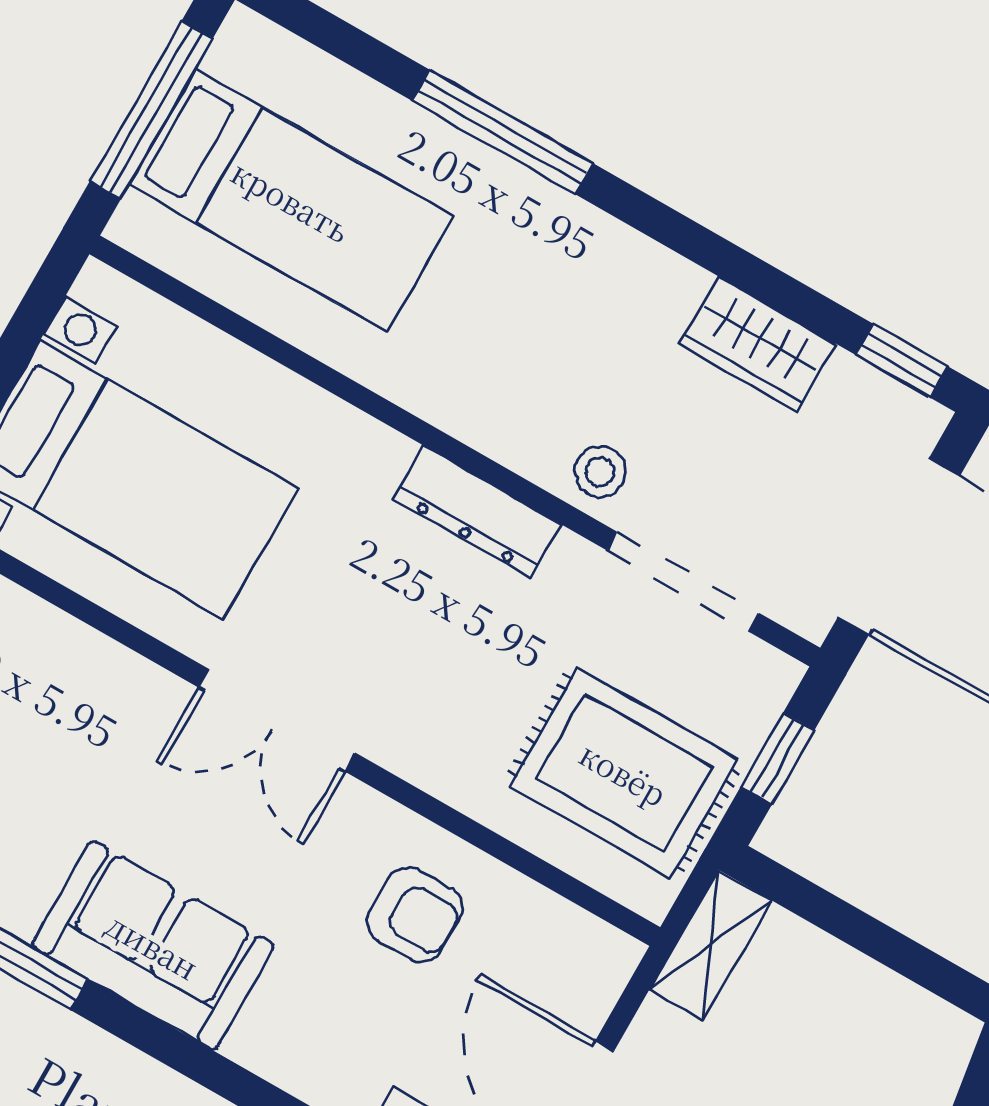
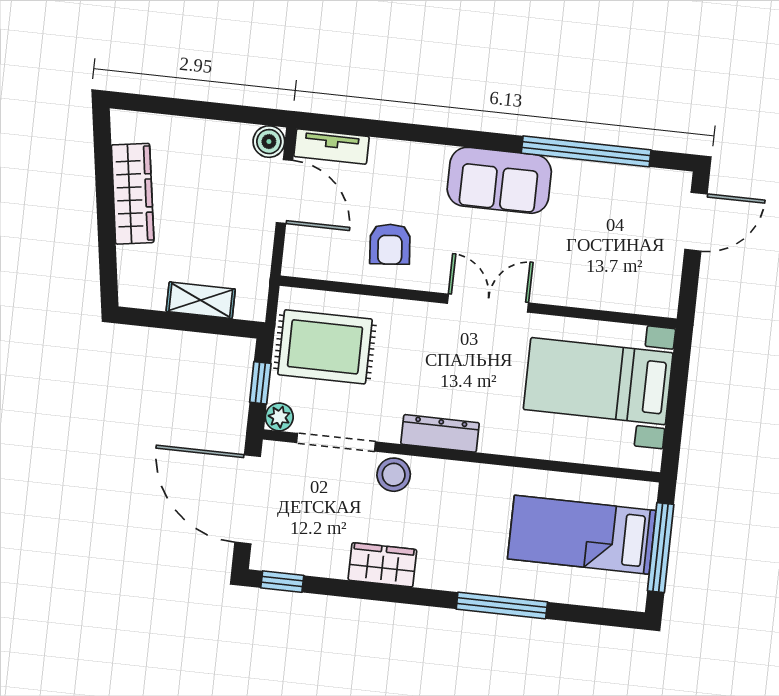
wardrobe: (757, 344) -> (382, 565), moved
stool: (600, 472) -> (394, 475), width x1.37, depth x1.37
plant: (770, 677) -> (279, 417), added
armchair: (415, 915) -> (390, 244), turned -95
shelving: (711, 945) -> (201, 300), moved, turned 90

